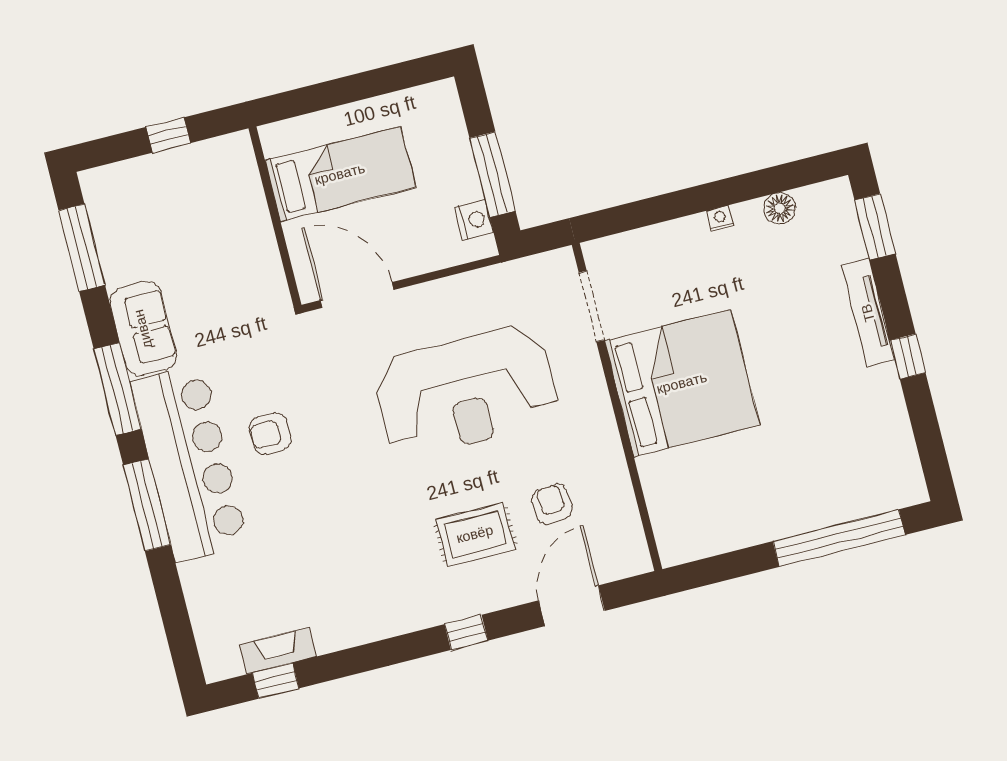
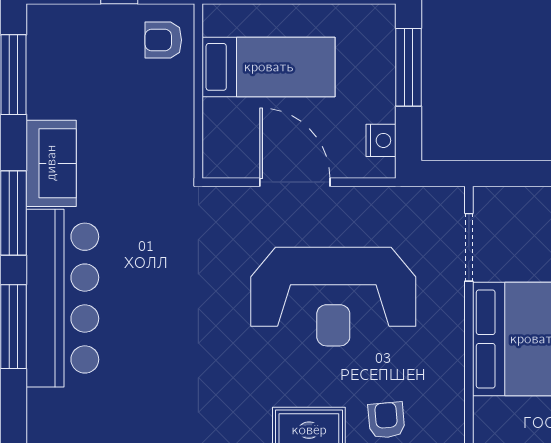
window: (493, 175) -> (409, 67), moved
door: (357, 295) -> (295, 182), moved
armchair: (270, 434) -> (163, 40), moved

